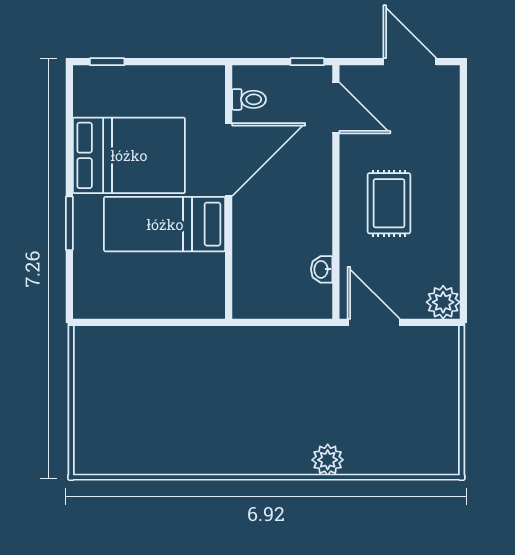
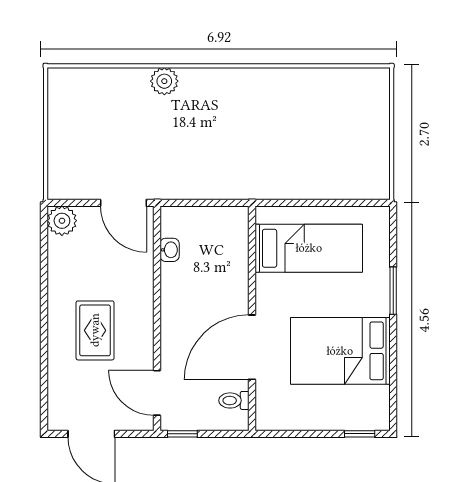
rug: (389, 203) -> (95, 330), moved
bed: (165, 224) -> (309, 248), moved

